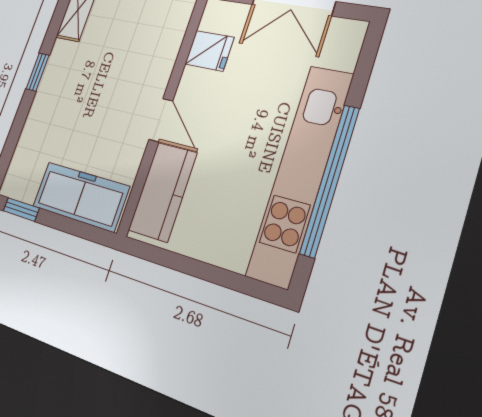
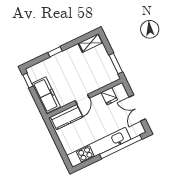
window: (38, 72) -> (55, 52), moved
window: (330, 180) -> (121, 147), moved

